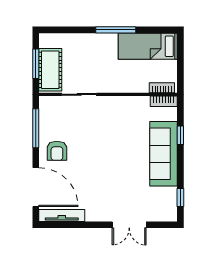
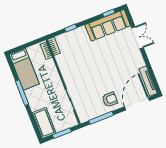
cot: (50, 70) -> (44, 123), moved, turned 90
sofa: (163, 154) -> (108, 25), moved

